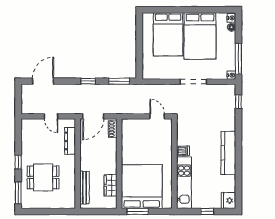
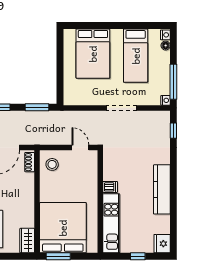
bed: (200, 36) -> (136, 56), width x0.67
stool: (132, 131) -> (52, 164), added
wardrobe: (111, 185) -> (27, 241), moved

